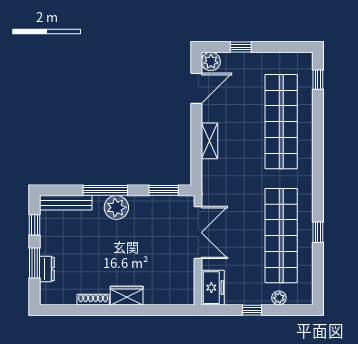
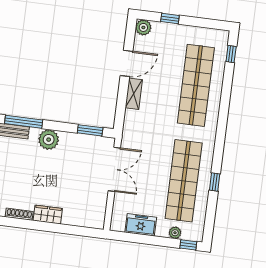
door: (196, 88) -> (126, 63), moved
window: (105, 190) -> (24, 122), moved
freezer: (213, 288) -> (141, 225), moved, turned -90
window: (252, 310) -> (188, 245), moved

